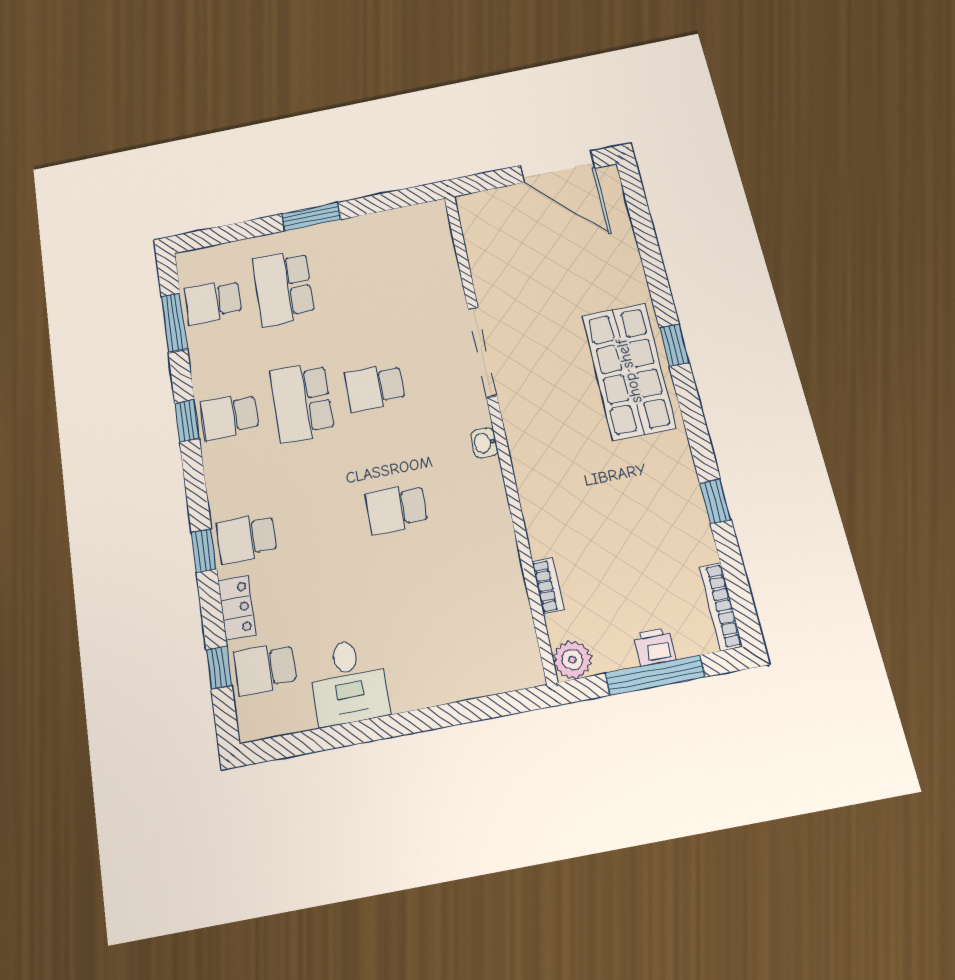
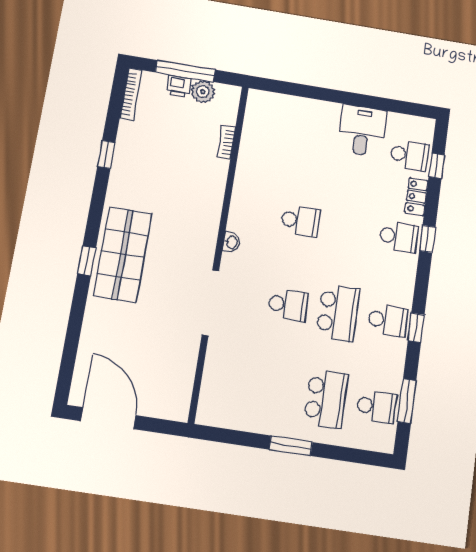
plant: (572, 660) -> (203, 92), moved

